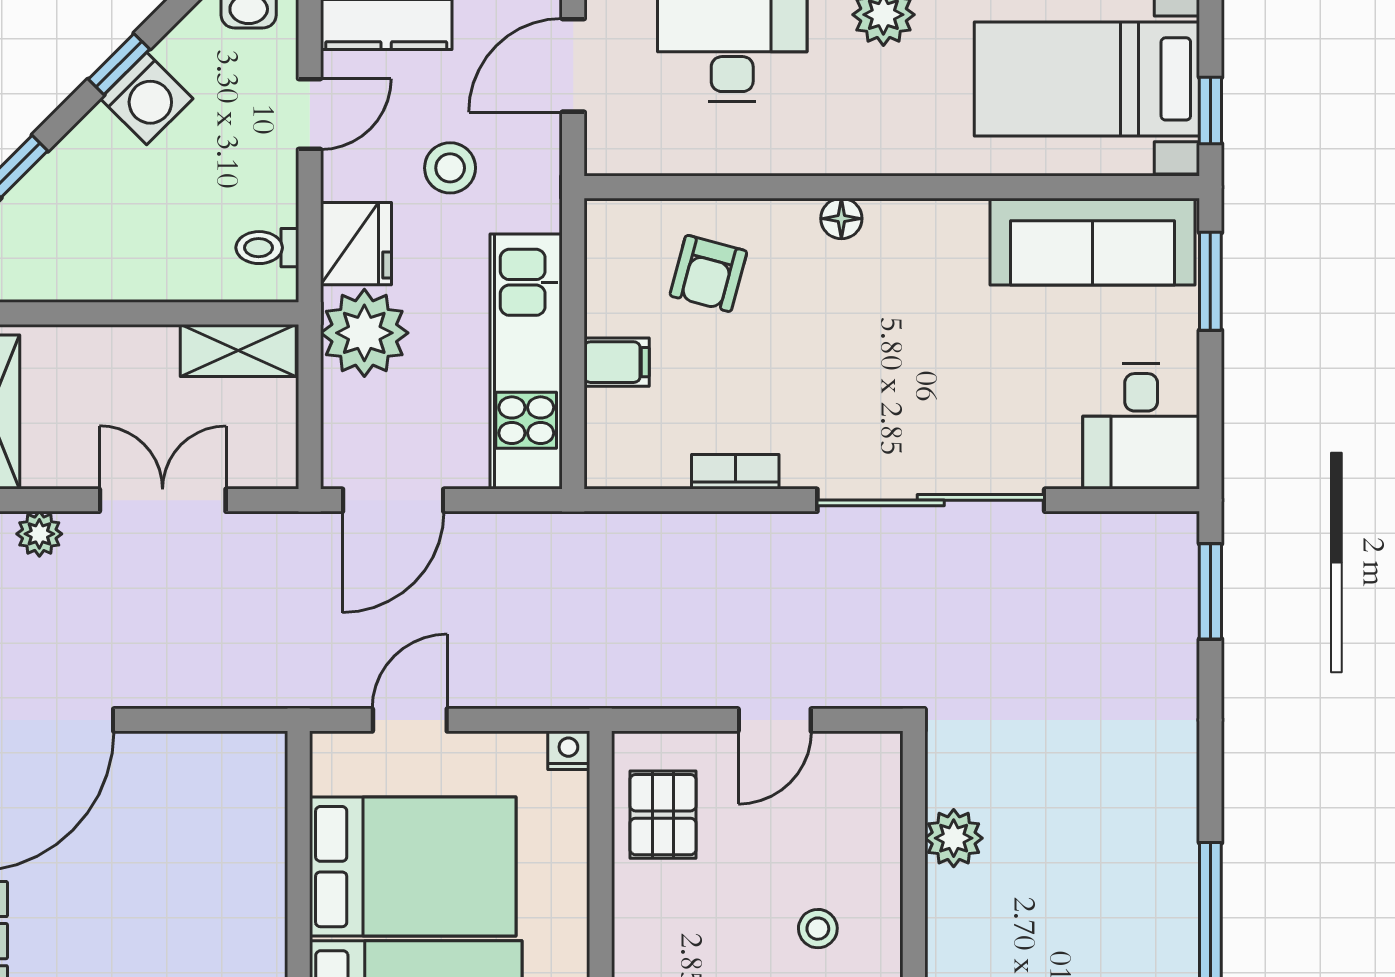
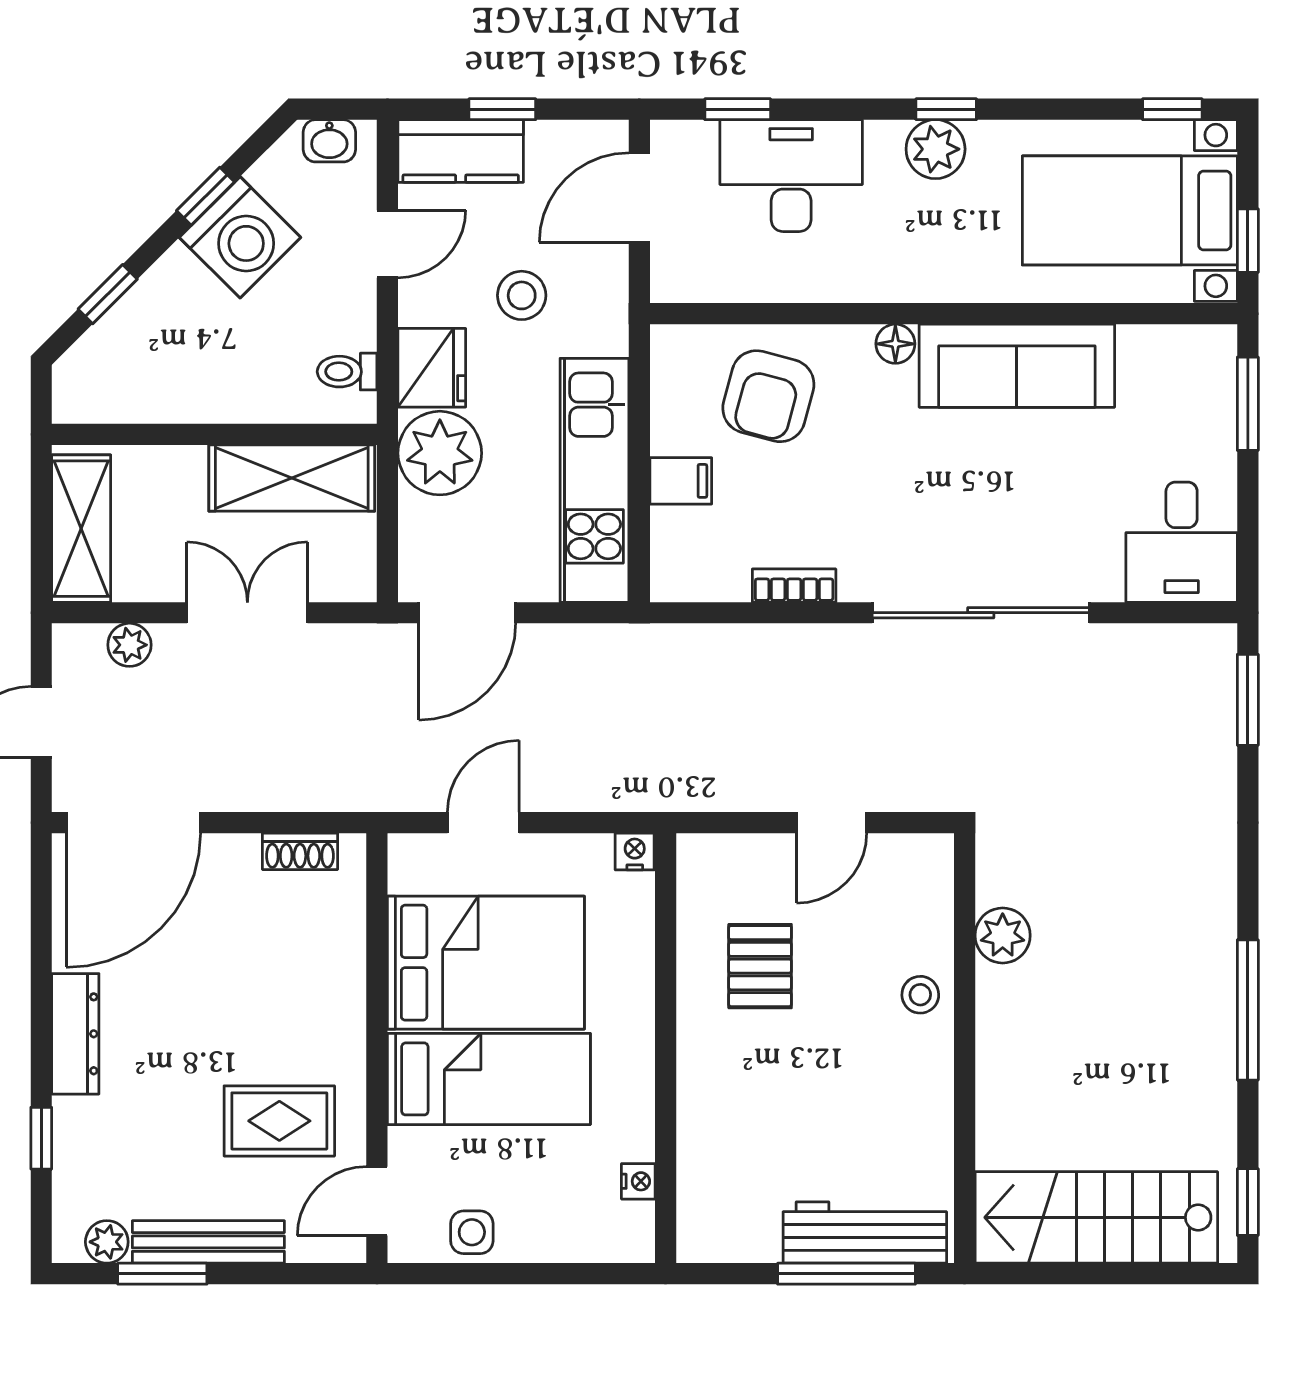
washing machine: (147, 99) -> (240, 237), width x1.37, depth x1.37
sofa: (1092, 242) -> (1017, 366), moved
armchair: (708, 273) -> (768, 396), width x1.38, depth x1.38
shelving: (238, 350) -> (292, 478), width x1.50, depth x1.33
shoe rack: (218, 750) -> (300, 851), added
pallet: (663, 815) -> (760, 966), moved
stool: (818, 929) -> (920, 995), moved

